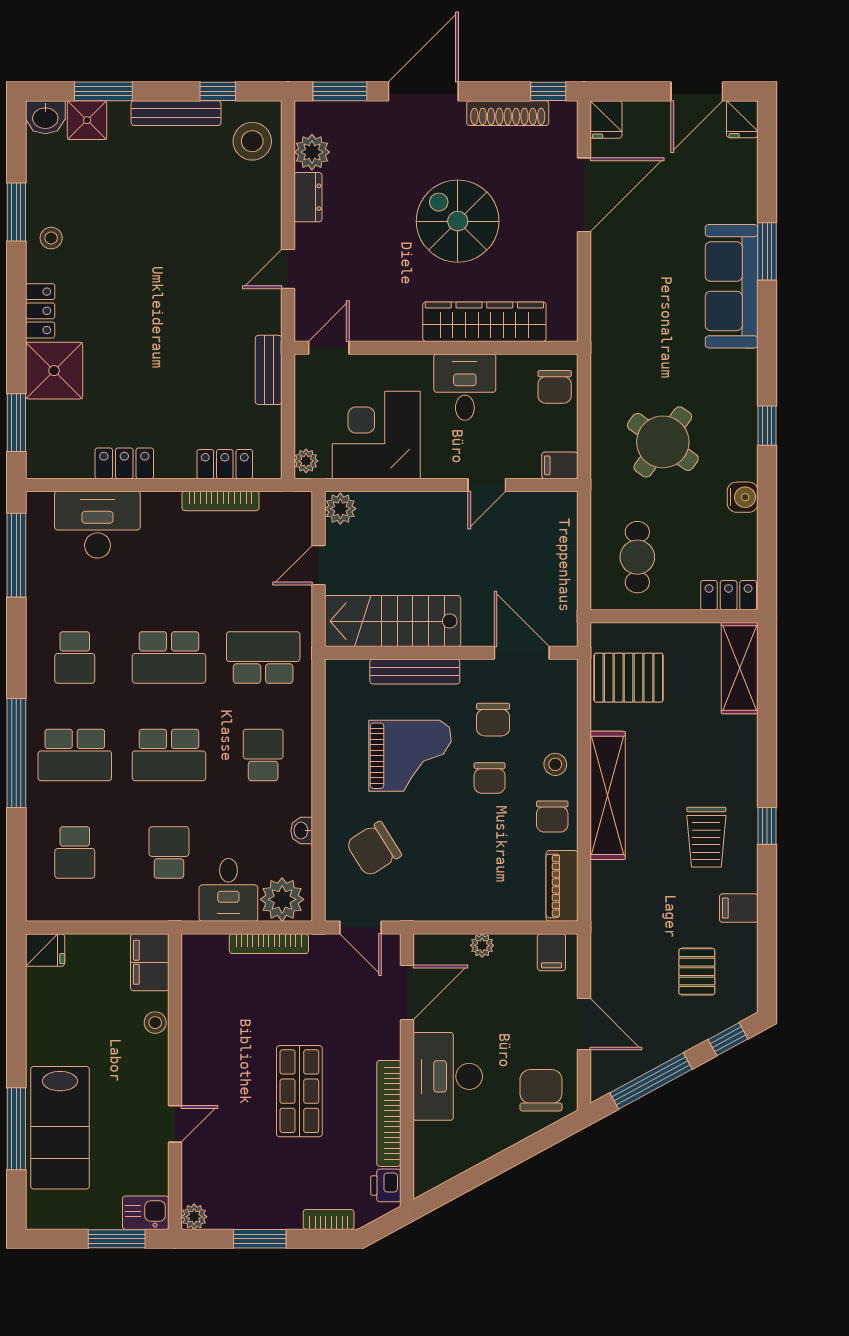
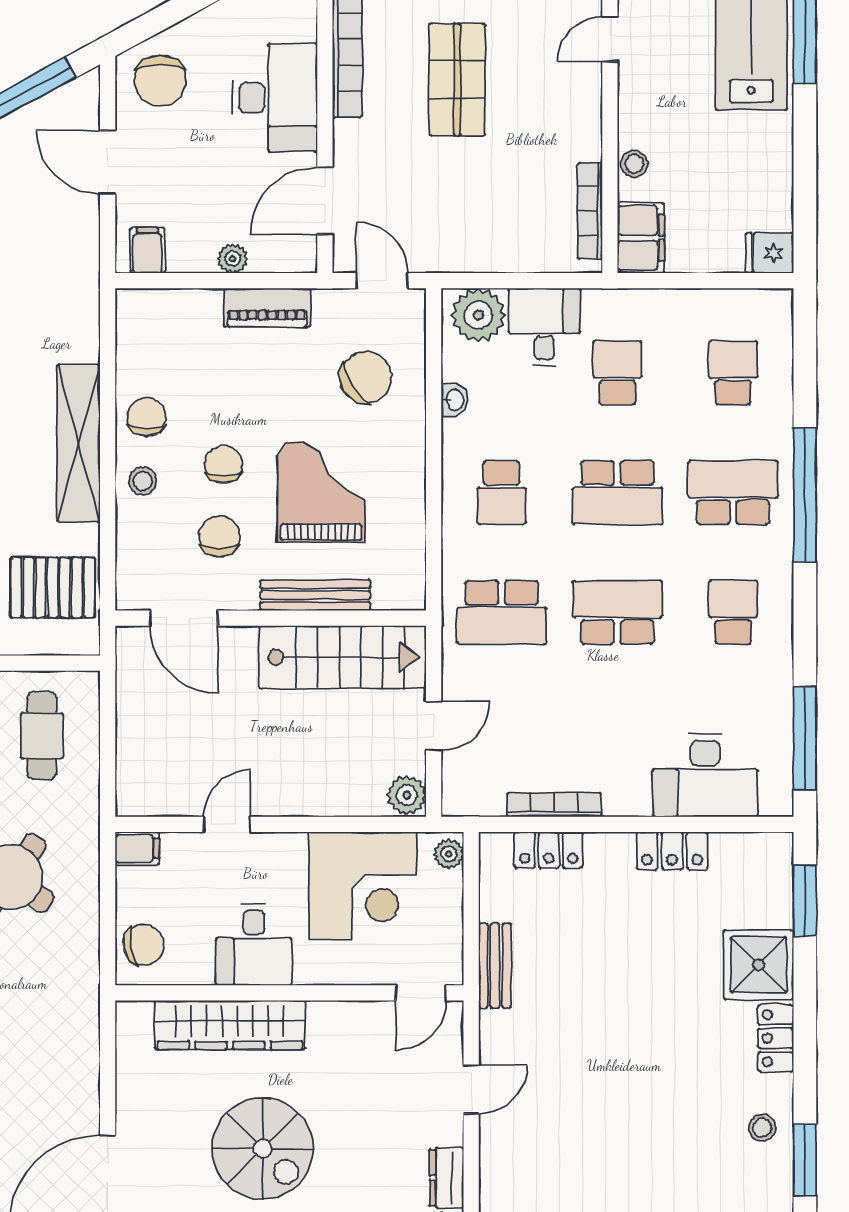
chair: (555, 387) -> (143, 945), turned 81
school desk: (169, 755) -> (617, 493), turned 180
grand piano: (410, 756) -> (321, 492), turned 90
school desk: (169, 852) -> (617, 373), turned 180
piano: (562, 886) -> (267, 308), moved, turned 90
bookcase: (269, 944) -> (590, 211), moved, turned -90

